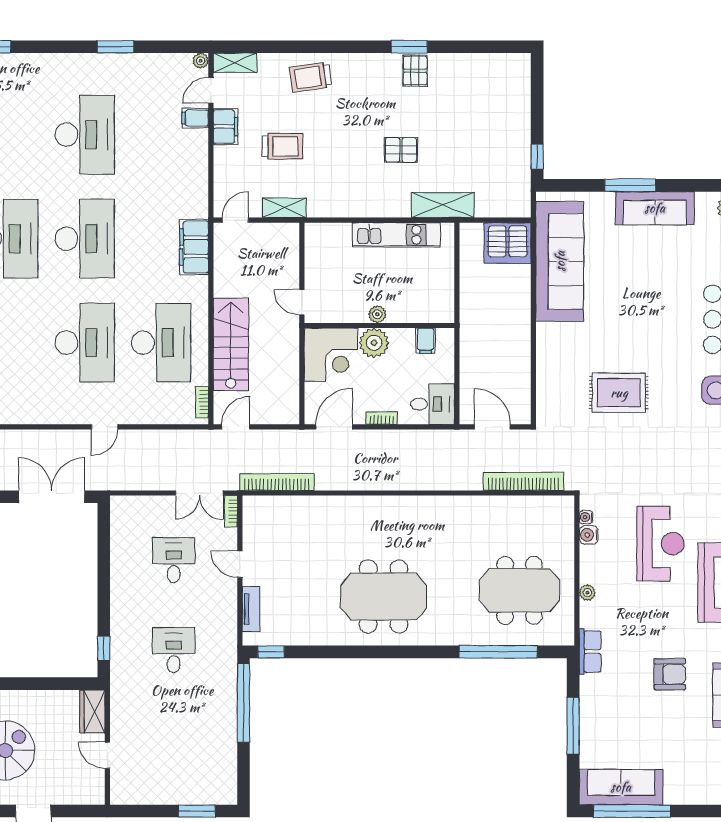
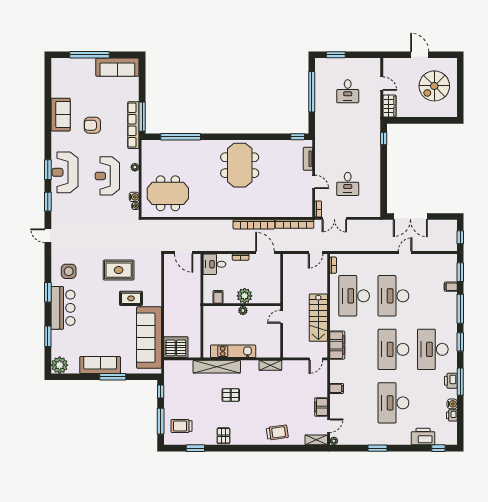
window: (409, 47) -> (195, 448), moved
printer: (27, 69) -> (423, 437), added
window: (537, 99) -> (161, 421), added
filing cabinet: (195, 118) -> (337, 388), moved
trolley: (283, 146) -> (181, 426), moved
shelving: (443, 205) -> (217, 367), width x1.47
shelving: (284, 208) -> (270, 365), moved
door: (302, 302) -> (282, 317), swing flipped
rug: (595, 338) -> (131, 298), added
stairs: (231, 344) -> (318, 318), moved
corner desk: (331, 355) -> (267, 290), removed
door: (104, 427) -> (405, 253), moved
door: (334, 427) -> (265, 253), swing flipped
bookcase: (523, 481) -> (254, 224), moved
double door: (199, 493) -> (334, 218), swing flipped
reception desk: (660, 544) -> (107, 176), moved
meeting table: (520, 590) -> (168, 193), moved
meeting table: (384, 597) -> (240, 165), turned 90
desk: (174, 650) -> (348, 91), moved
row of seats: (590, 652) -> (133, 125), width x2.02
window: (244, 703) -> (312, 92), moved
window: (573, 726) -> (142, 117), moved
window: (632, 811) -> (90, 55), moved

